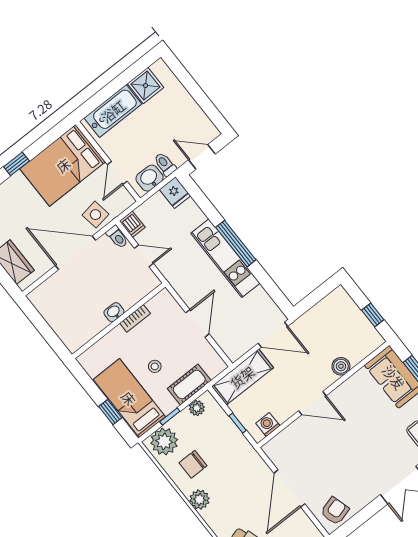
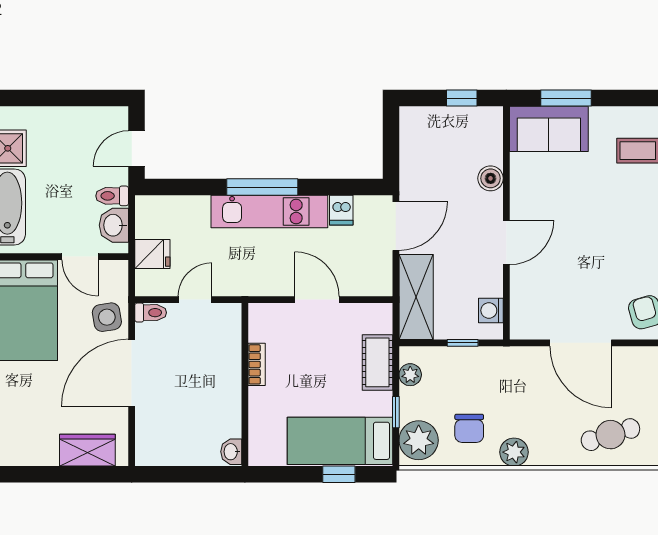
fridge: (175, 193) -> (152, 254), moved
dishwasher: (132, 224) -> (341, 210), moved, turned 90
washbasin: (114, 312) -> (231, 452), moved
stool: (155, 366) -> (327, 385), removed

